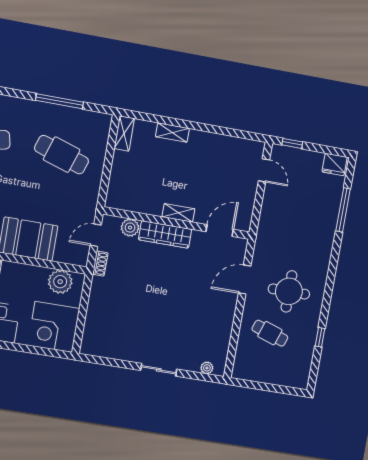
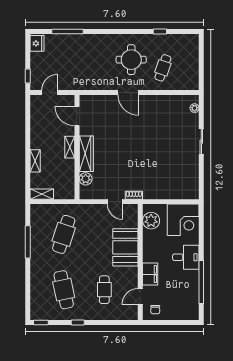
shelving: (178, 213) -> (70, 147), moved
wall: (177, 223) -> (77, 147), moved
plant: (130, 228) -> (86, 179), moved
door: (220, 231) -> (77, 116), moved
wardrobe: (165, 234) -> (86, 154), moved

